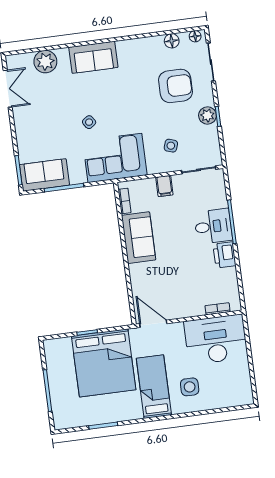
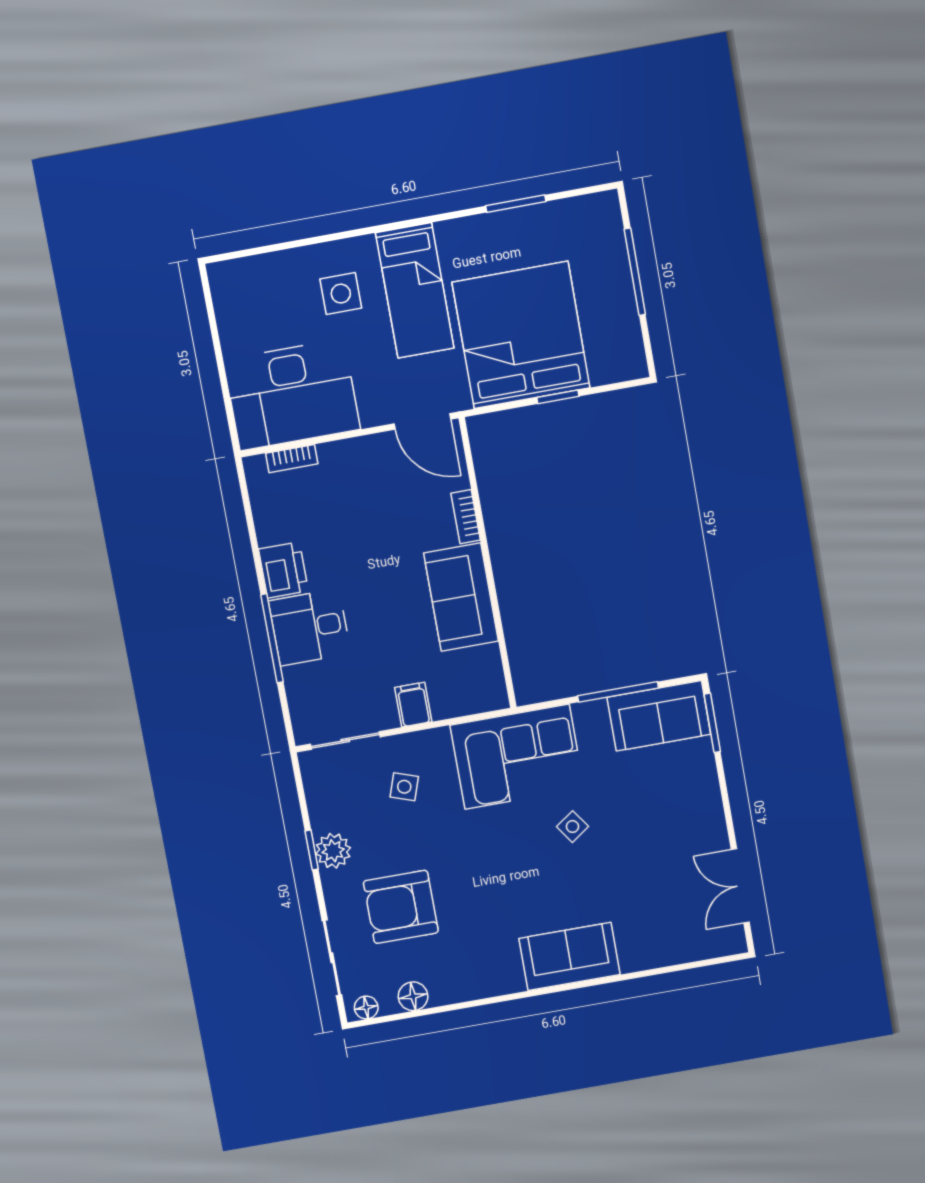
plant: (45, 62) -> (666, 944), removed
bookcase: (125, 201) -> (466, 517), moved

